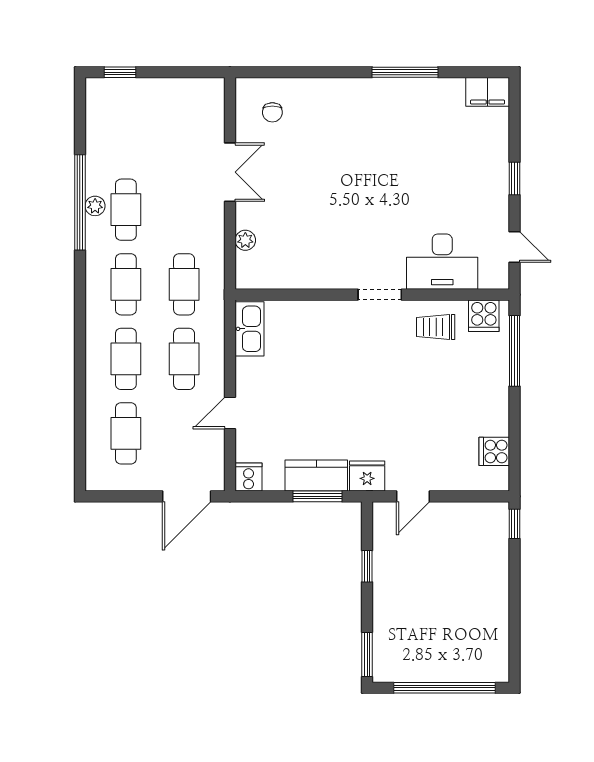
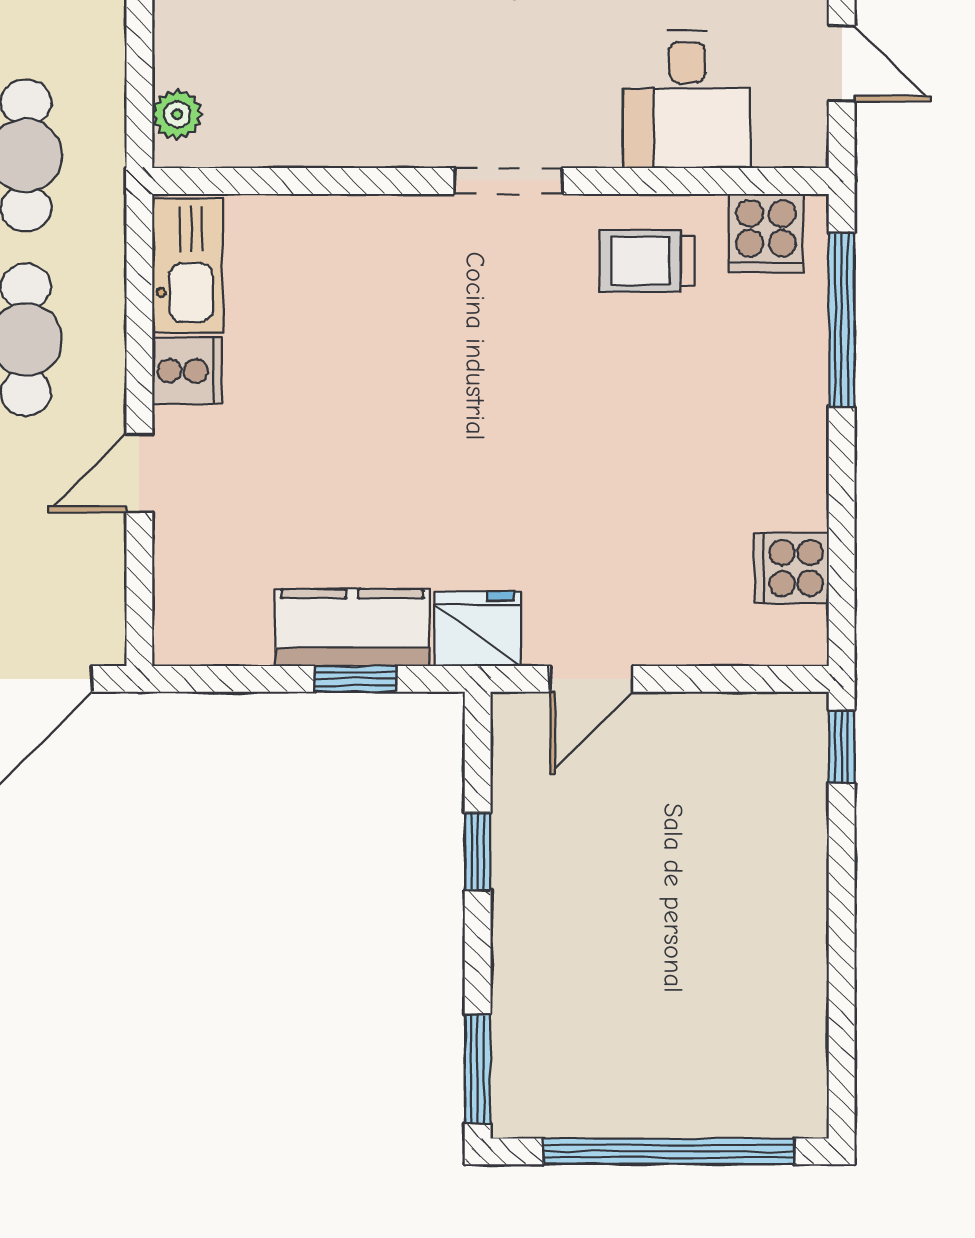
plant: (245, 240) -> (177, 114), moved
desk: (442, 262) -> (687, 100), width x0.73
cooker: (249, 477) -> (187, 371), moved, turned 90
window: (318, 496) -> (355, 679), width x0.67

